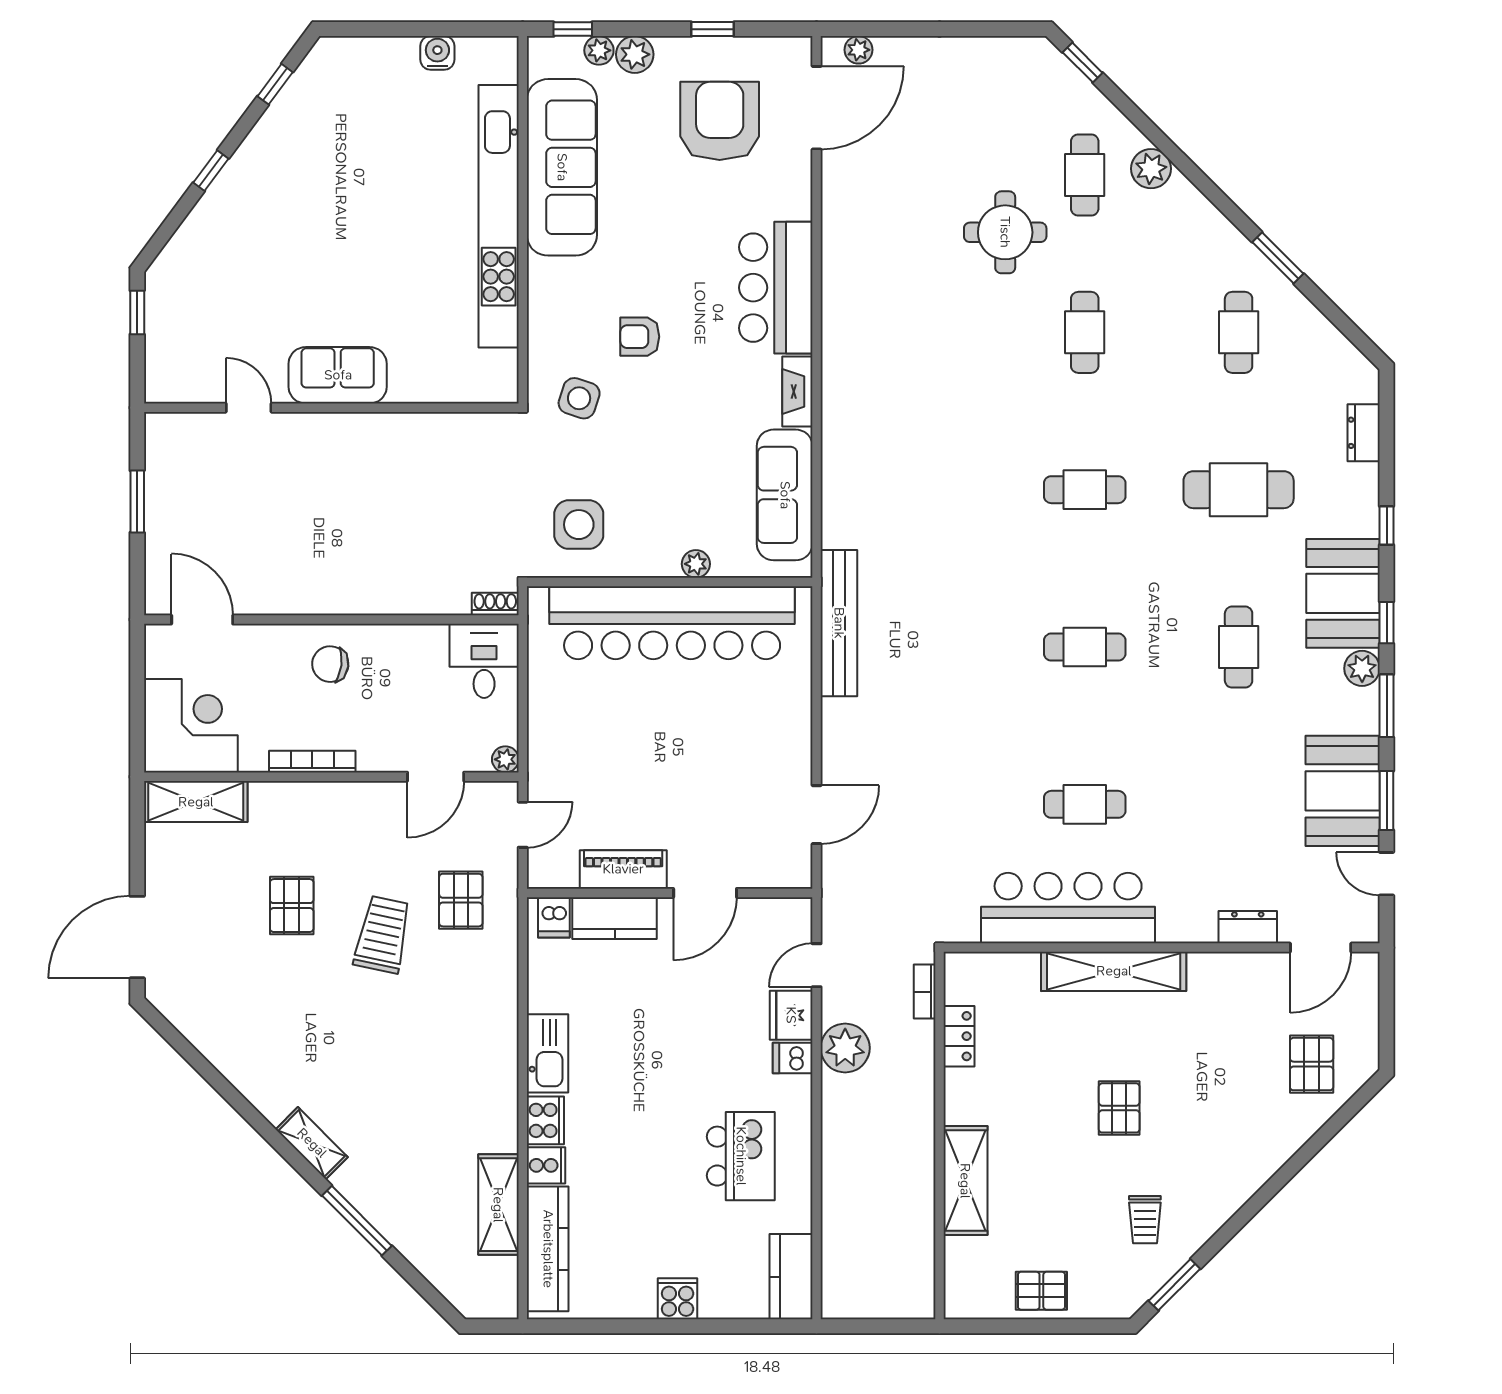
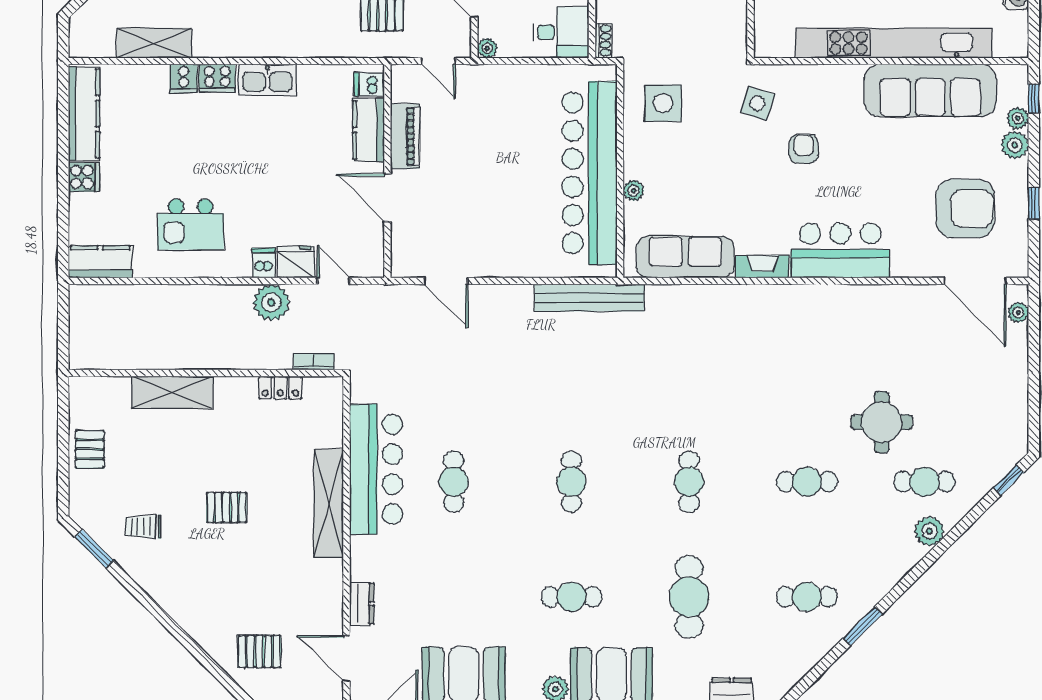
kitchen counter: (548, 1249) -> (84, 114), moved, turned -90

